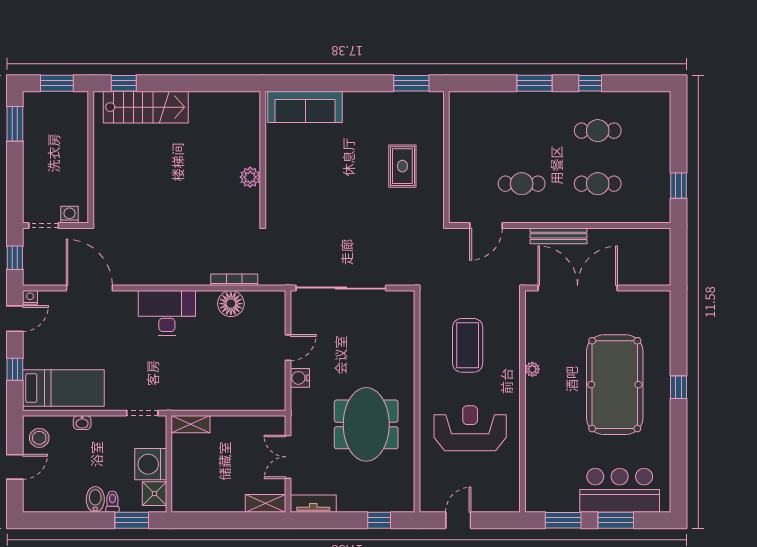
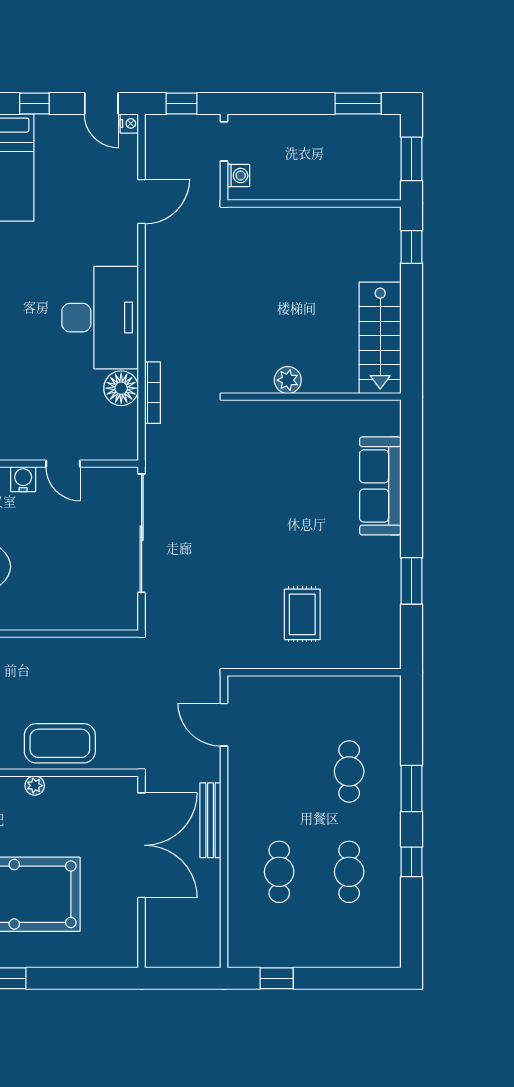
window: (411, 83) -> (412, 581), moved
stairs: (146, 107) -> (380, 338), moved
wall: (263, 157) -> (314, 397), moved
rug: (402, 166) -> (302, 614), turned 90
plant: (250, 177) -> (288, 380), moved
cafe table: (522, 184) -> (349, 771), moved
door: (89, 288) -> (142, 202), width x0.73
desk: (167, 313) -> (100, 318), width x1.36, depth x1.30
coffee table: (468, 345) -> (60, 743), moved

